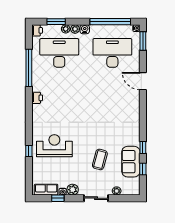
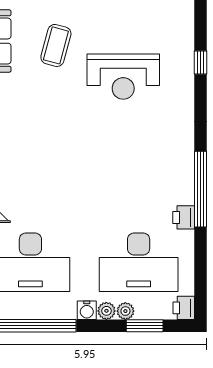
window: (29, 68) -> (200, 189), moved
printer: (37, 98) -> (184, 217), moved
reception desk: (54, 146) -> (123, 77), moved

